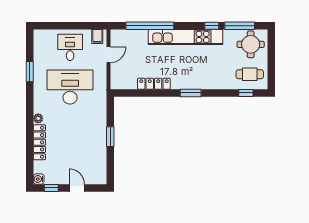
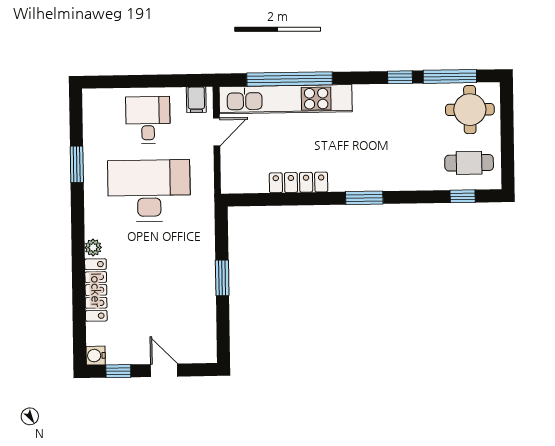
kitchen unit: (186, 37) -> (286, 99), moved

